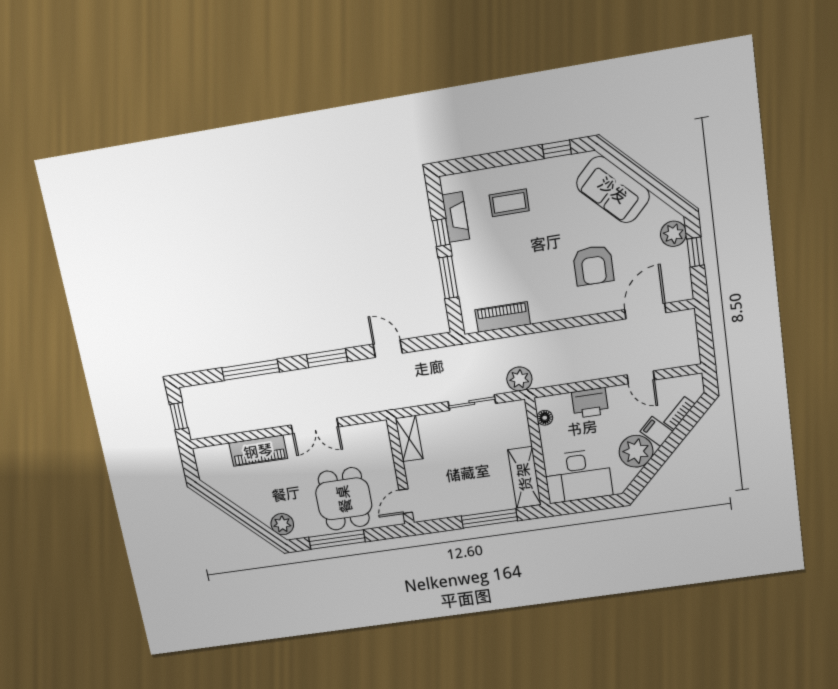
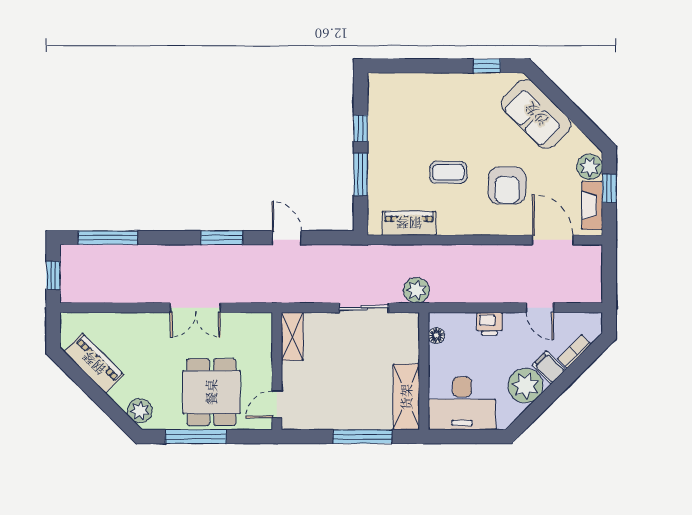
coffee table: (509, 203) -> (448, 172), moved
fireplace: (456, 217) -> (592, 205), moved, turned 180
door: (645, 311) -> (553, 240), hinge flipped
window: (251, 370) -> (108, 238), moved
printer: (590, 403) -> (490, 324), width x0.73, depth x0.81
piano: (258, 451) -> (94, 363), moved, turned -135

